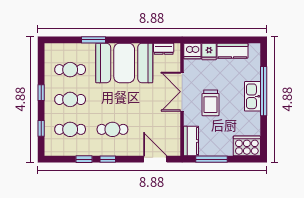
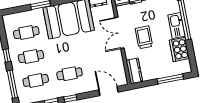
trolley: (211, 103) -> (144, 37), turned 180
window: (41, 128) -> (12, 84), width x2.17
cooker: (247, 146) -> (179, 49), moved, turned -90
window: (211, 159) -> (170, 79), moved

